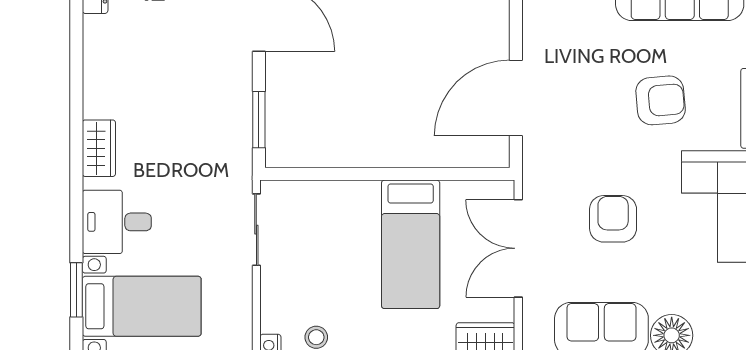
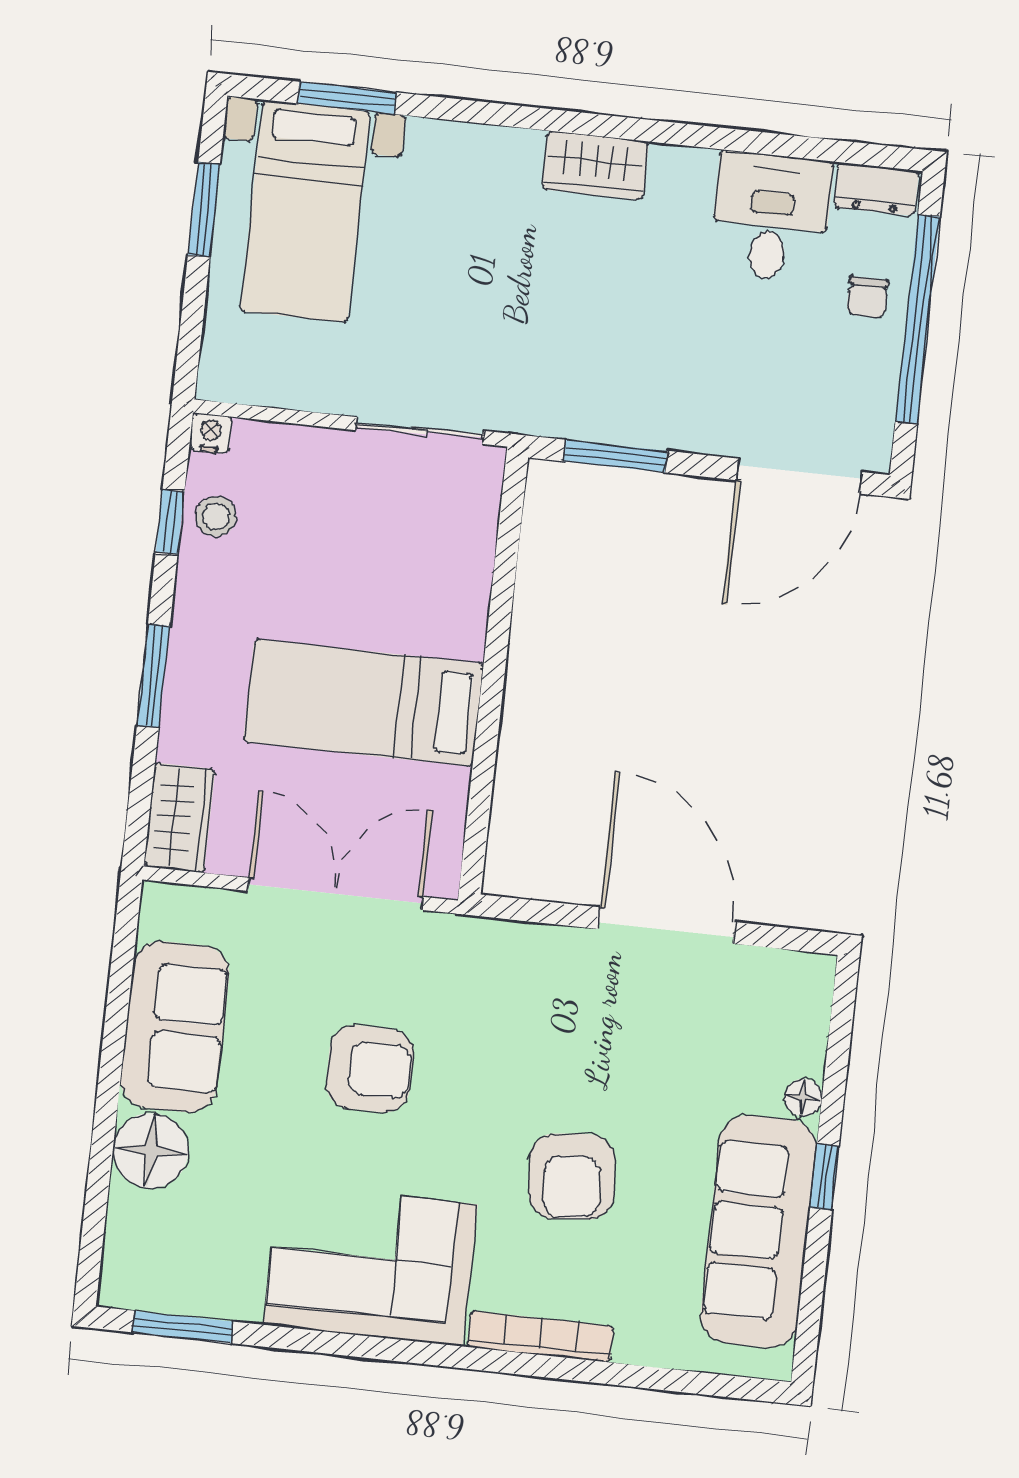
door: (516, 98) -> (667, 926), moved
desk: (117, 222) -> (771, 217), moved

